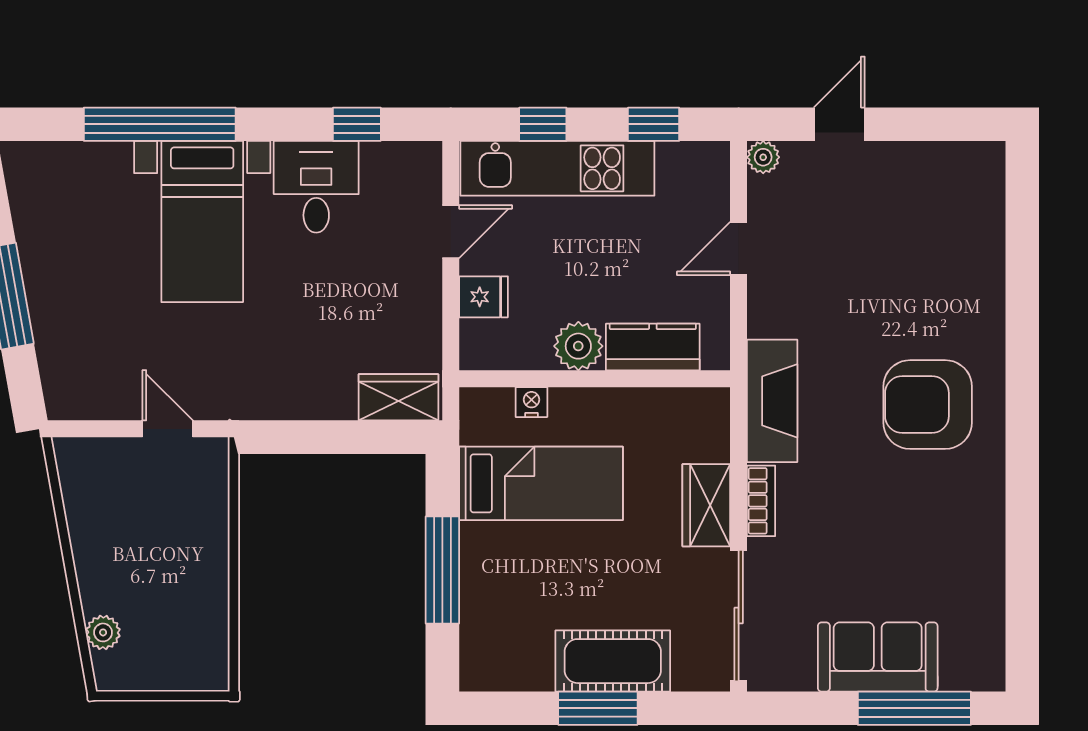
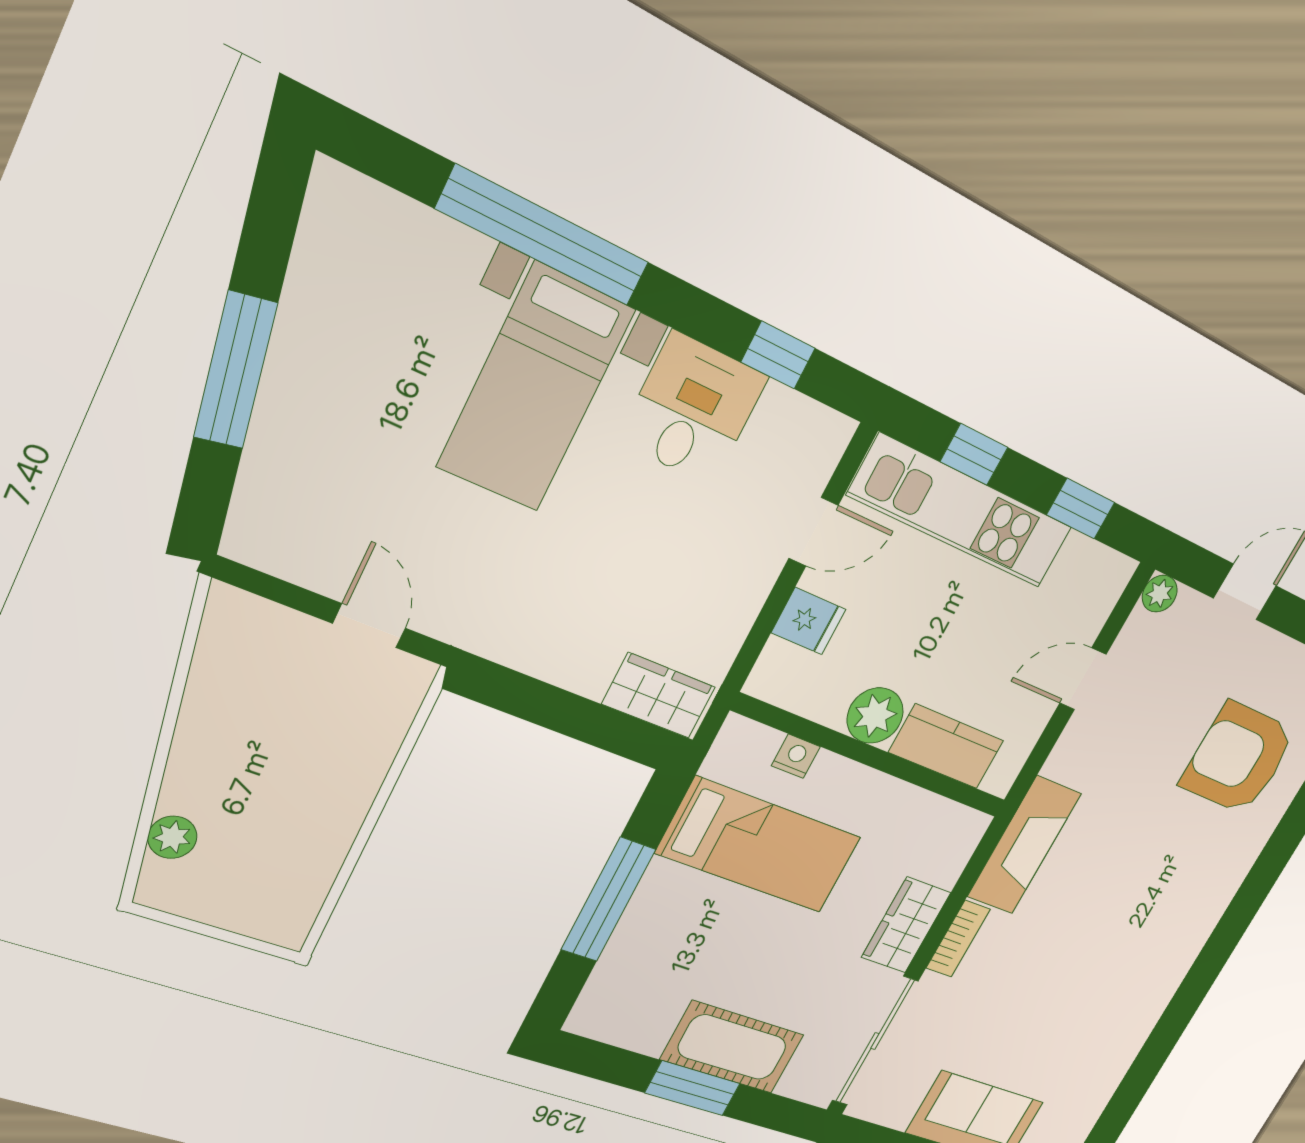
armchair: (928, 405) -> (1238, 758), moved

